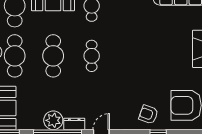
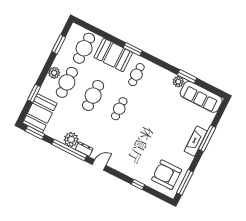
armchair: (148, 115) -> (138, 168), removed

